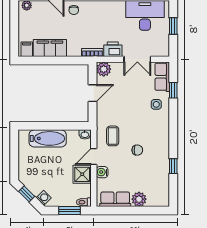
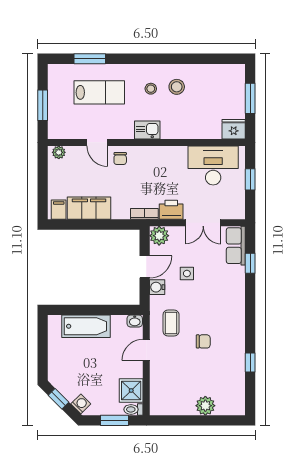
side table: (156, 104) -> (187, 273), moved
water cooler: (102, 172) -> (157, 287), moved
shower: (82, 174) -> (131, 390), moved
row of seats: (115, 199) -> (174, 406), removed

